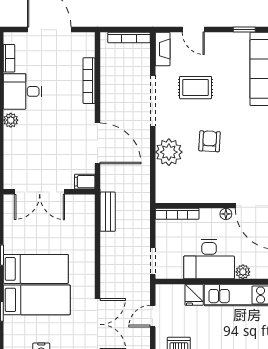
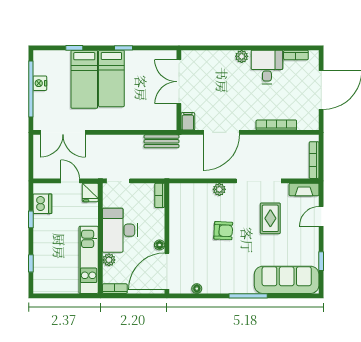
plant: (169, 152) -> (219, 189), width x0.53, depth x0.53
bookcase: (177, 214) -> (160, 195), width x0.64
fridge: (194, 295) -> (90, 192), moved, turned -90

